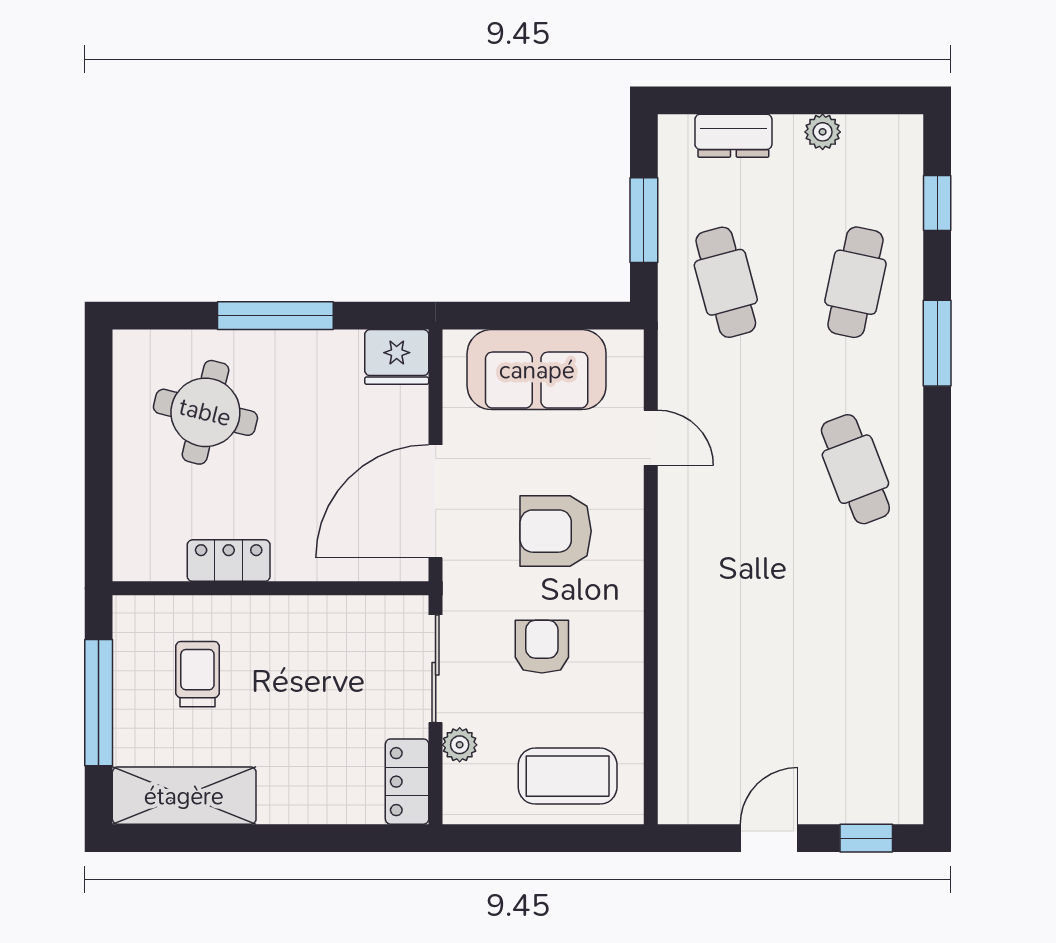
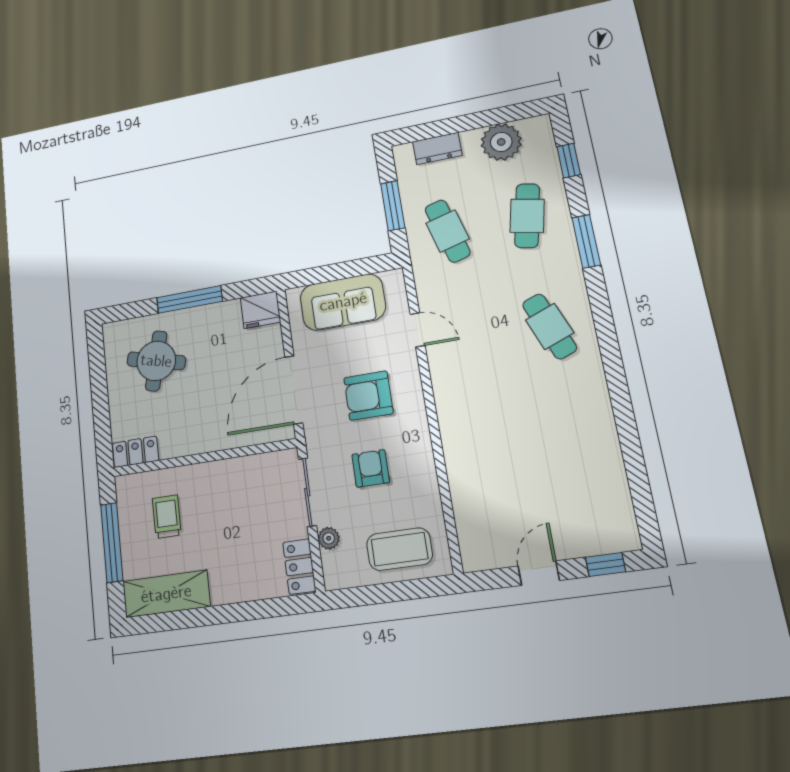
plant: (823, 132) -> (501, 142), width x1.87, depth x1.87
locker: (229, 561) -> (135, 452), moved

